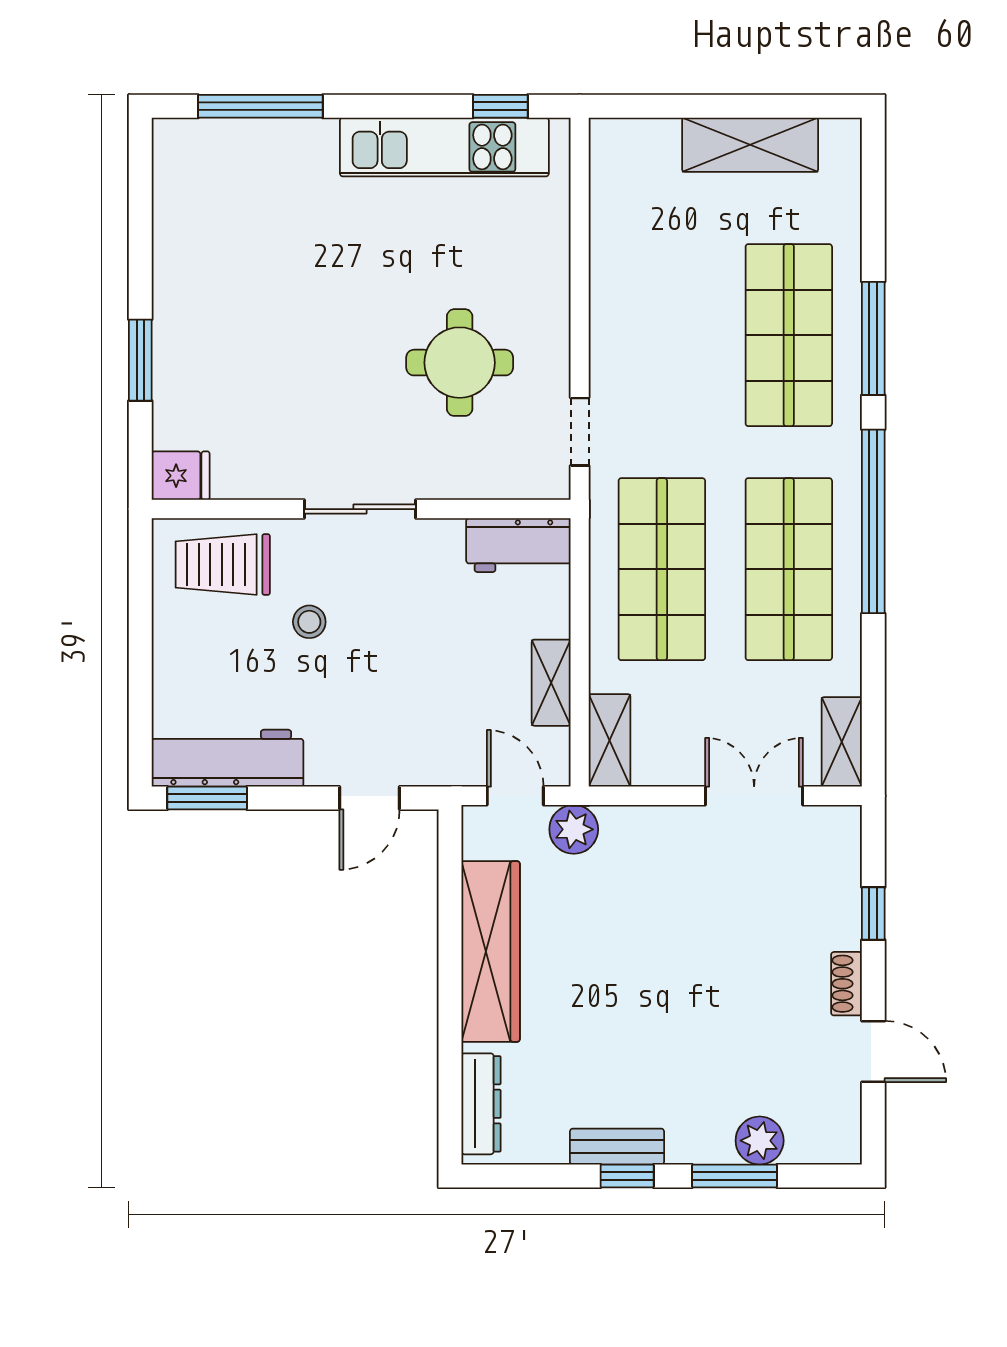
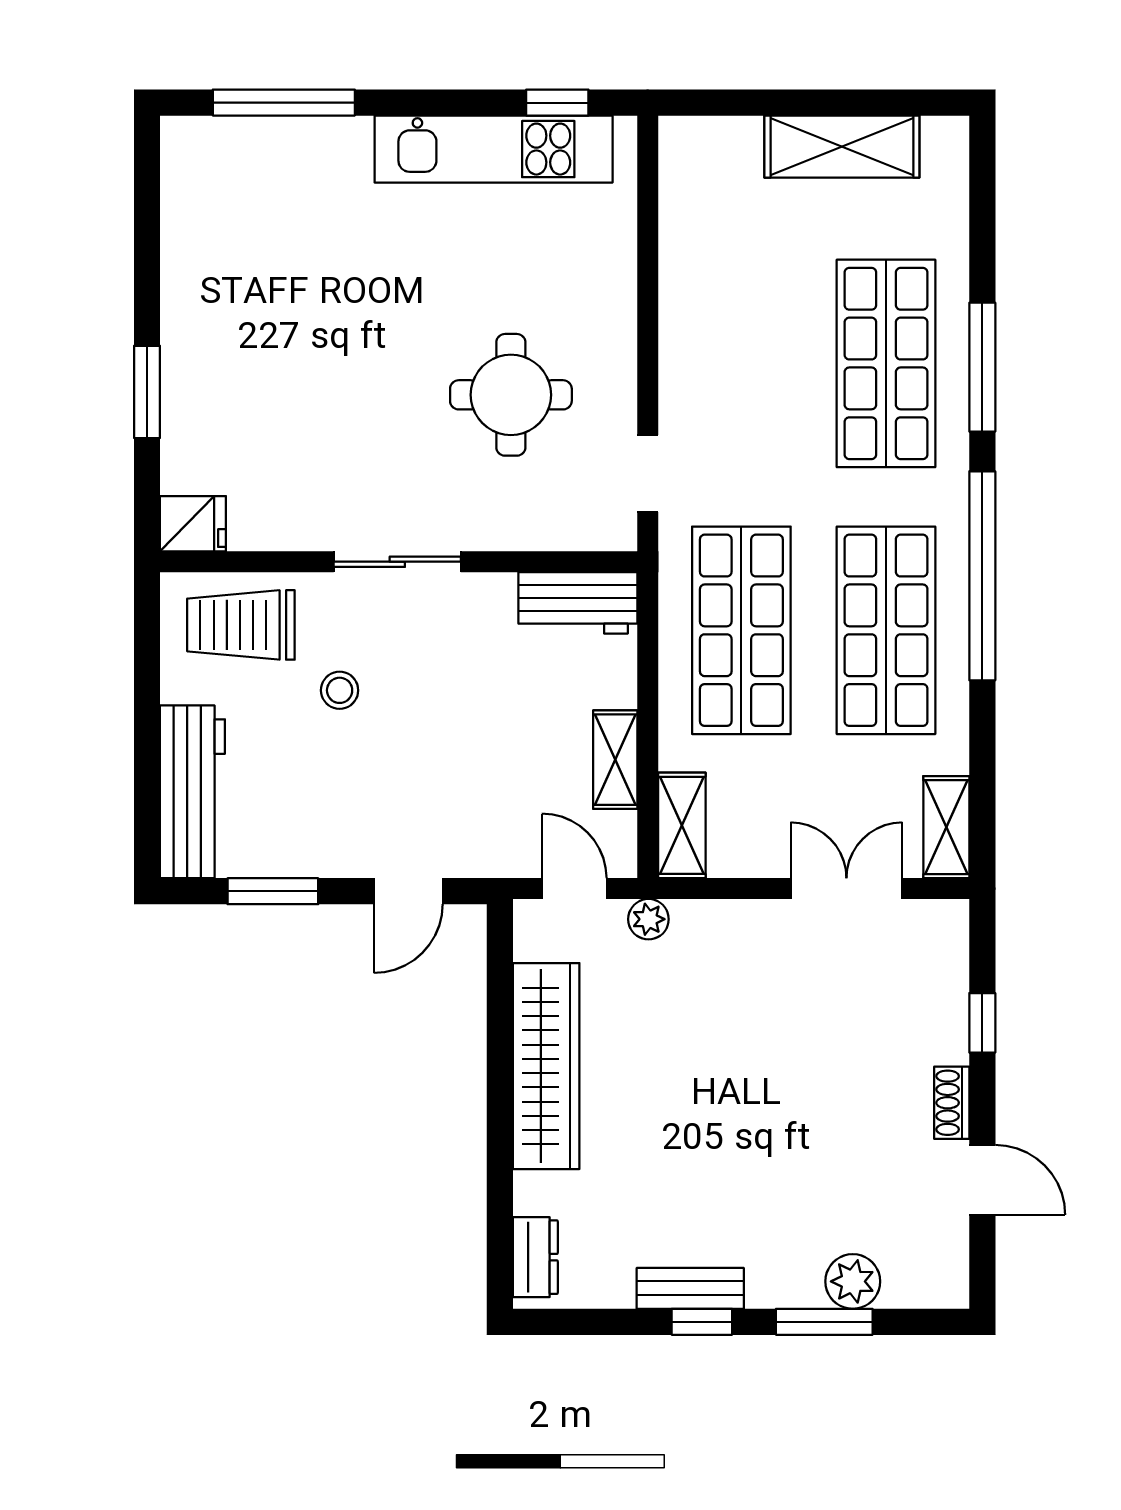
workbench: (228, 758) -> (192, 792), moved, turned 90
window: (207, 798) -> (273, 891), moved
plant: (574, 829) -> (648, 919), width x0.73, depth x0.73
dresser: (481, 1104) -> (535, 1257), width x0.70

